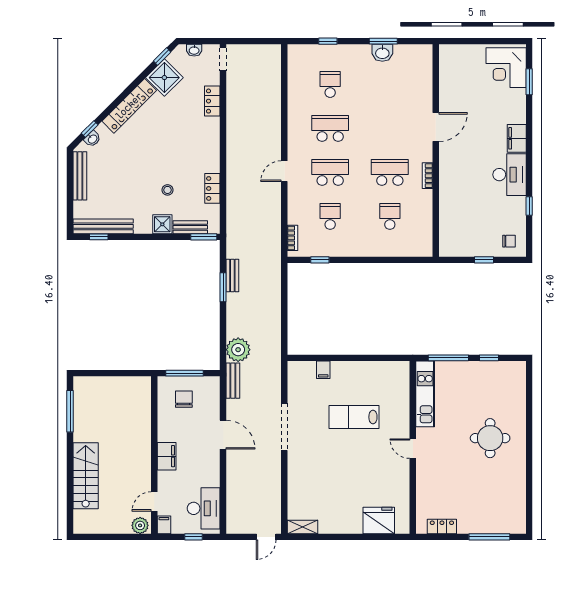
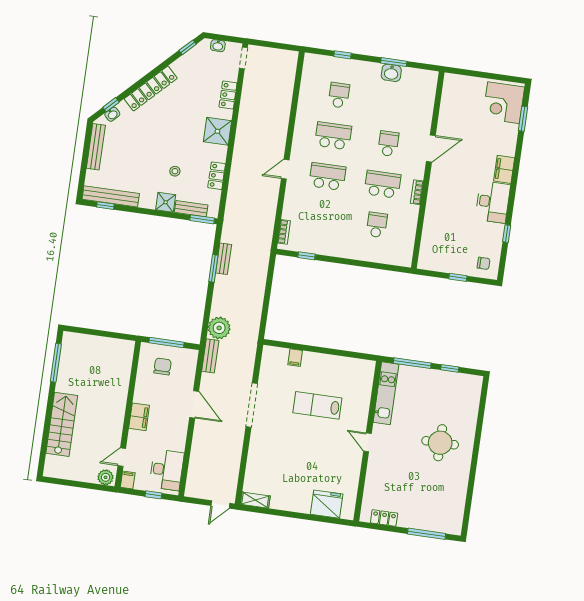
shower: (164, 78) -> (217, 131), moved, turned 45
school desk: (330, 216) -> (388, 144), moved

